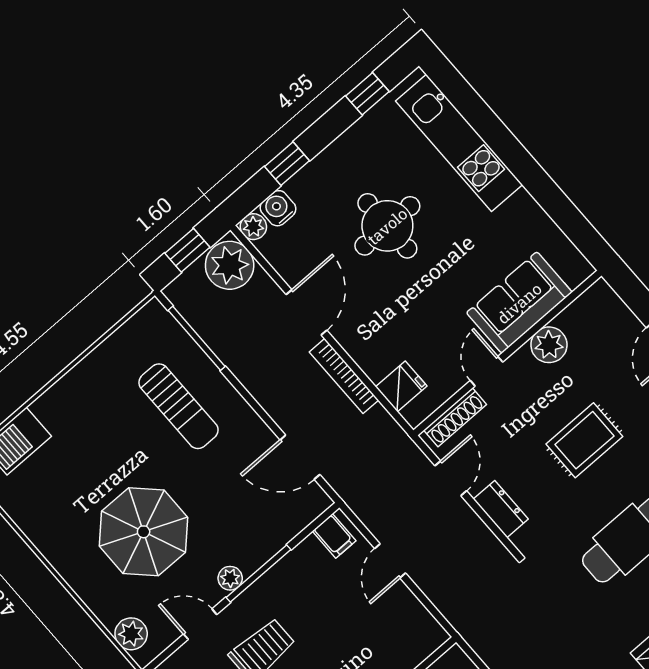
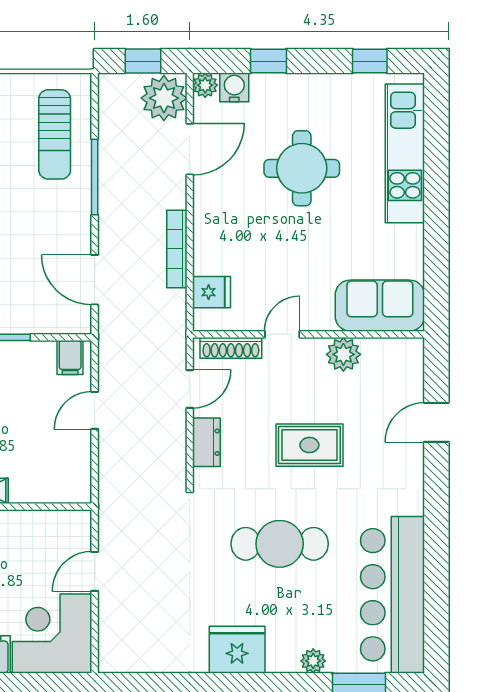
sofa: (519, 303) -> (380, 306), moved
door: (307, 312) -> (190, 149), moved
window: (197, 338) -> (95, 177), moved
sun lounger: (178, 406) -> (55, 134), moved

